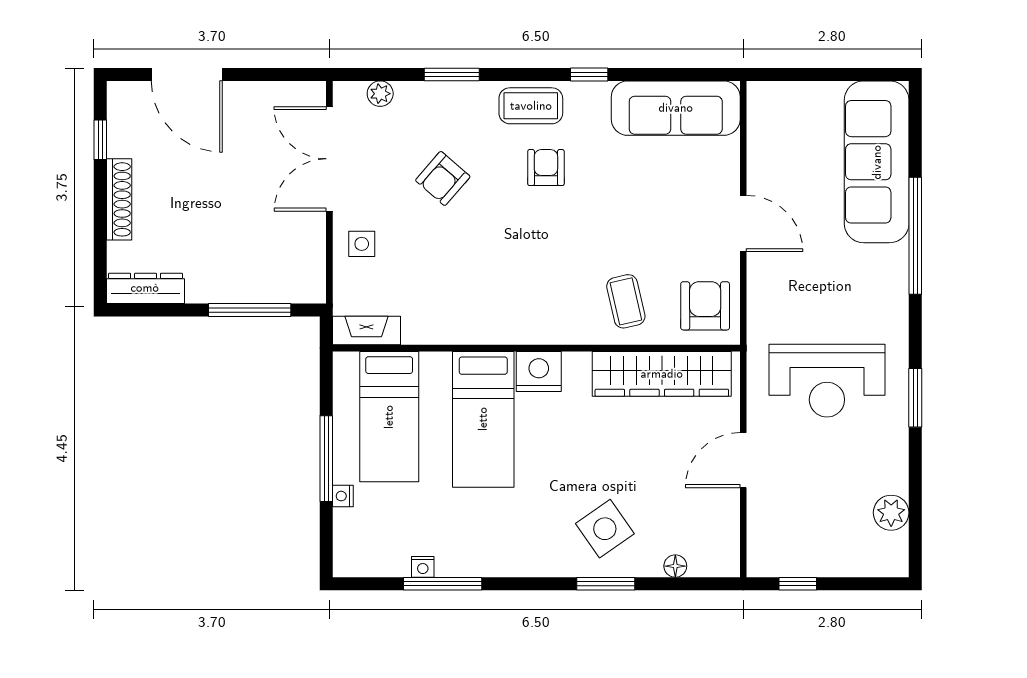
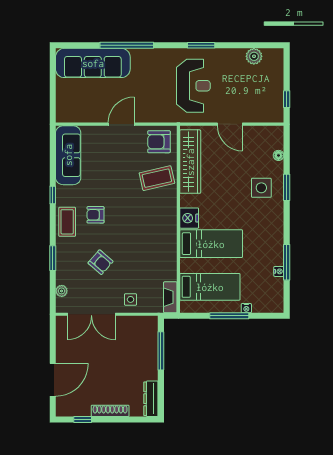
coffee table: (626, 301) -> (157, 178), width x1.36, depth x1.30
side table: (605, 529) -> (261, 188), turned 35

